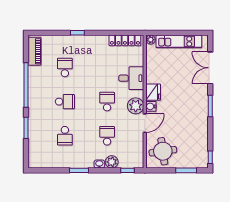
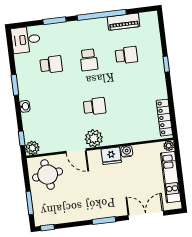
piano: (35, 51) -> (124, 22), moved
desk: (131, 78) -> (26, 40), moved, turned 90
water cooler: (151, 106) -> (127, 151), moved
school desk: (65, 136) -> (51, 65), turned 180
school desk: (107, 136) -> (57, 111), removed
plant: (112, 162) -> (32, 148), moved

